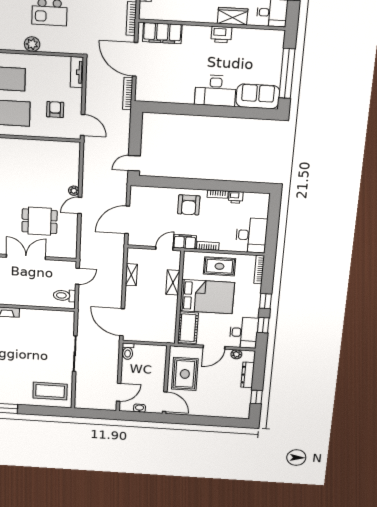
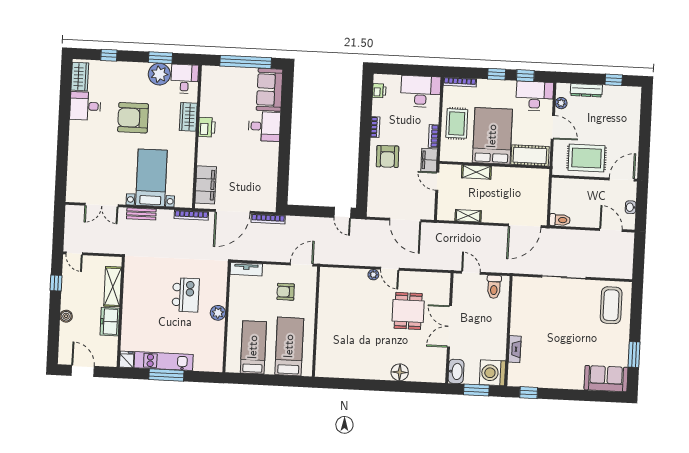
desk: (215, 91) -> (264, 126), width x0.73
printer: (236, 197) -> (379, 91), moved
armchair: (189, 205) -> (388, 156), turned 89

